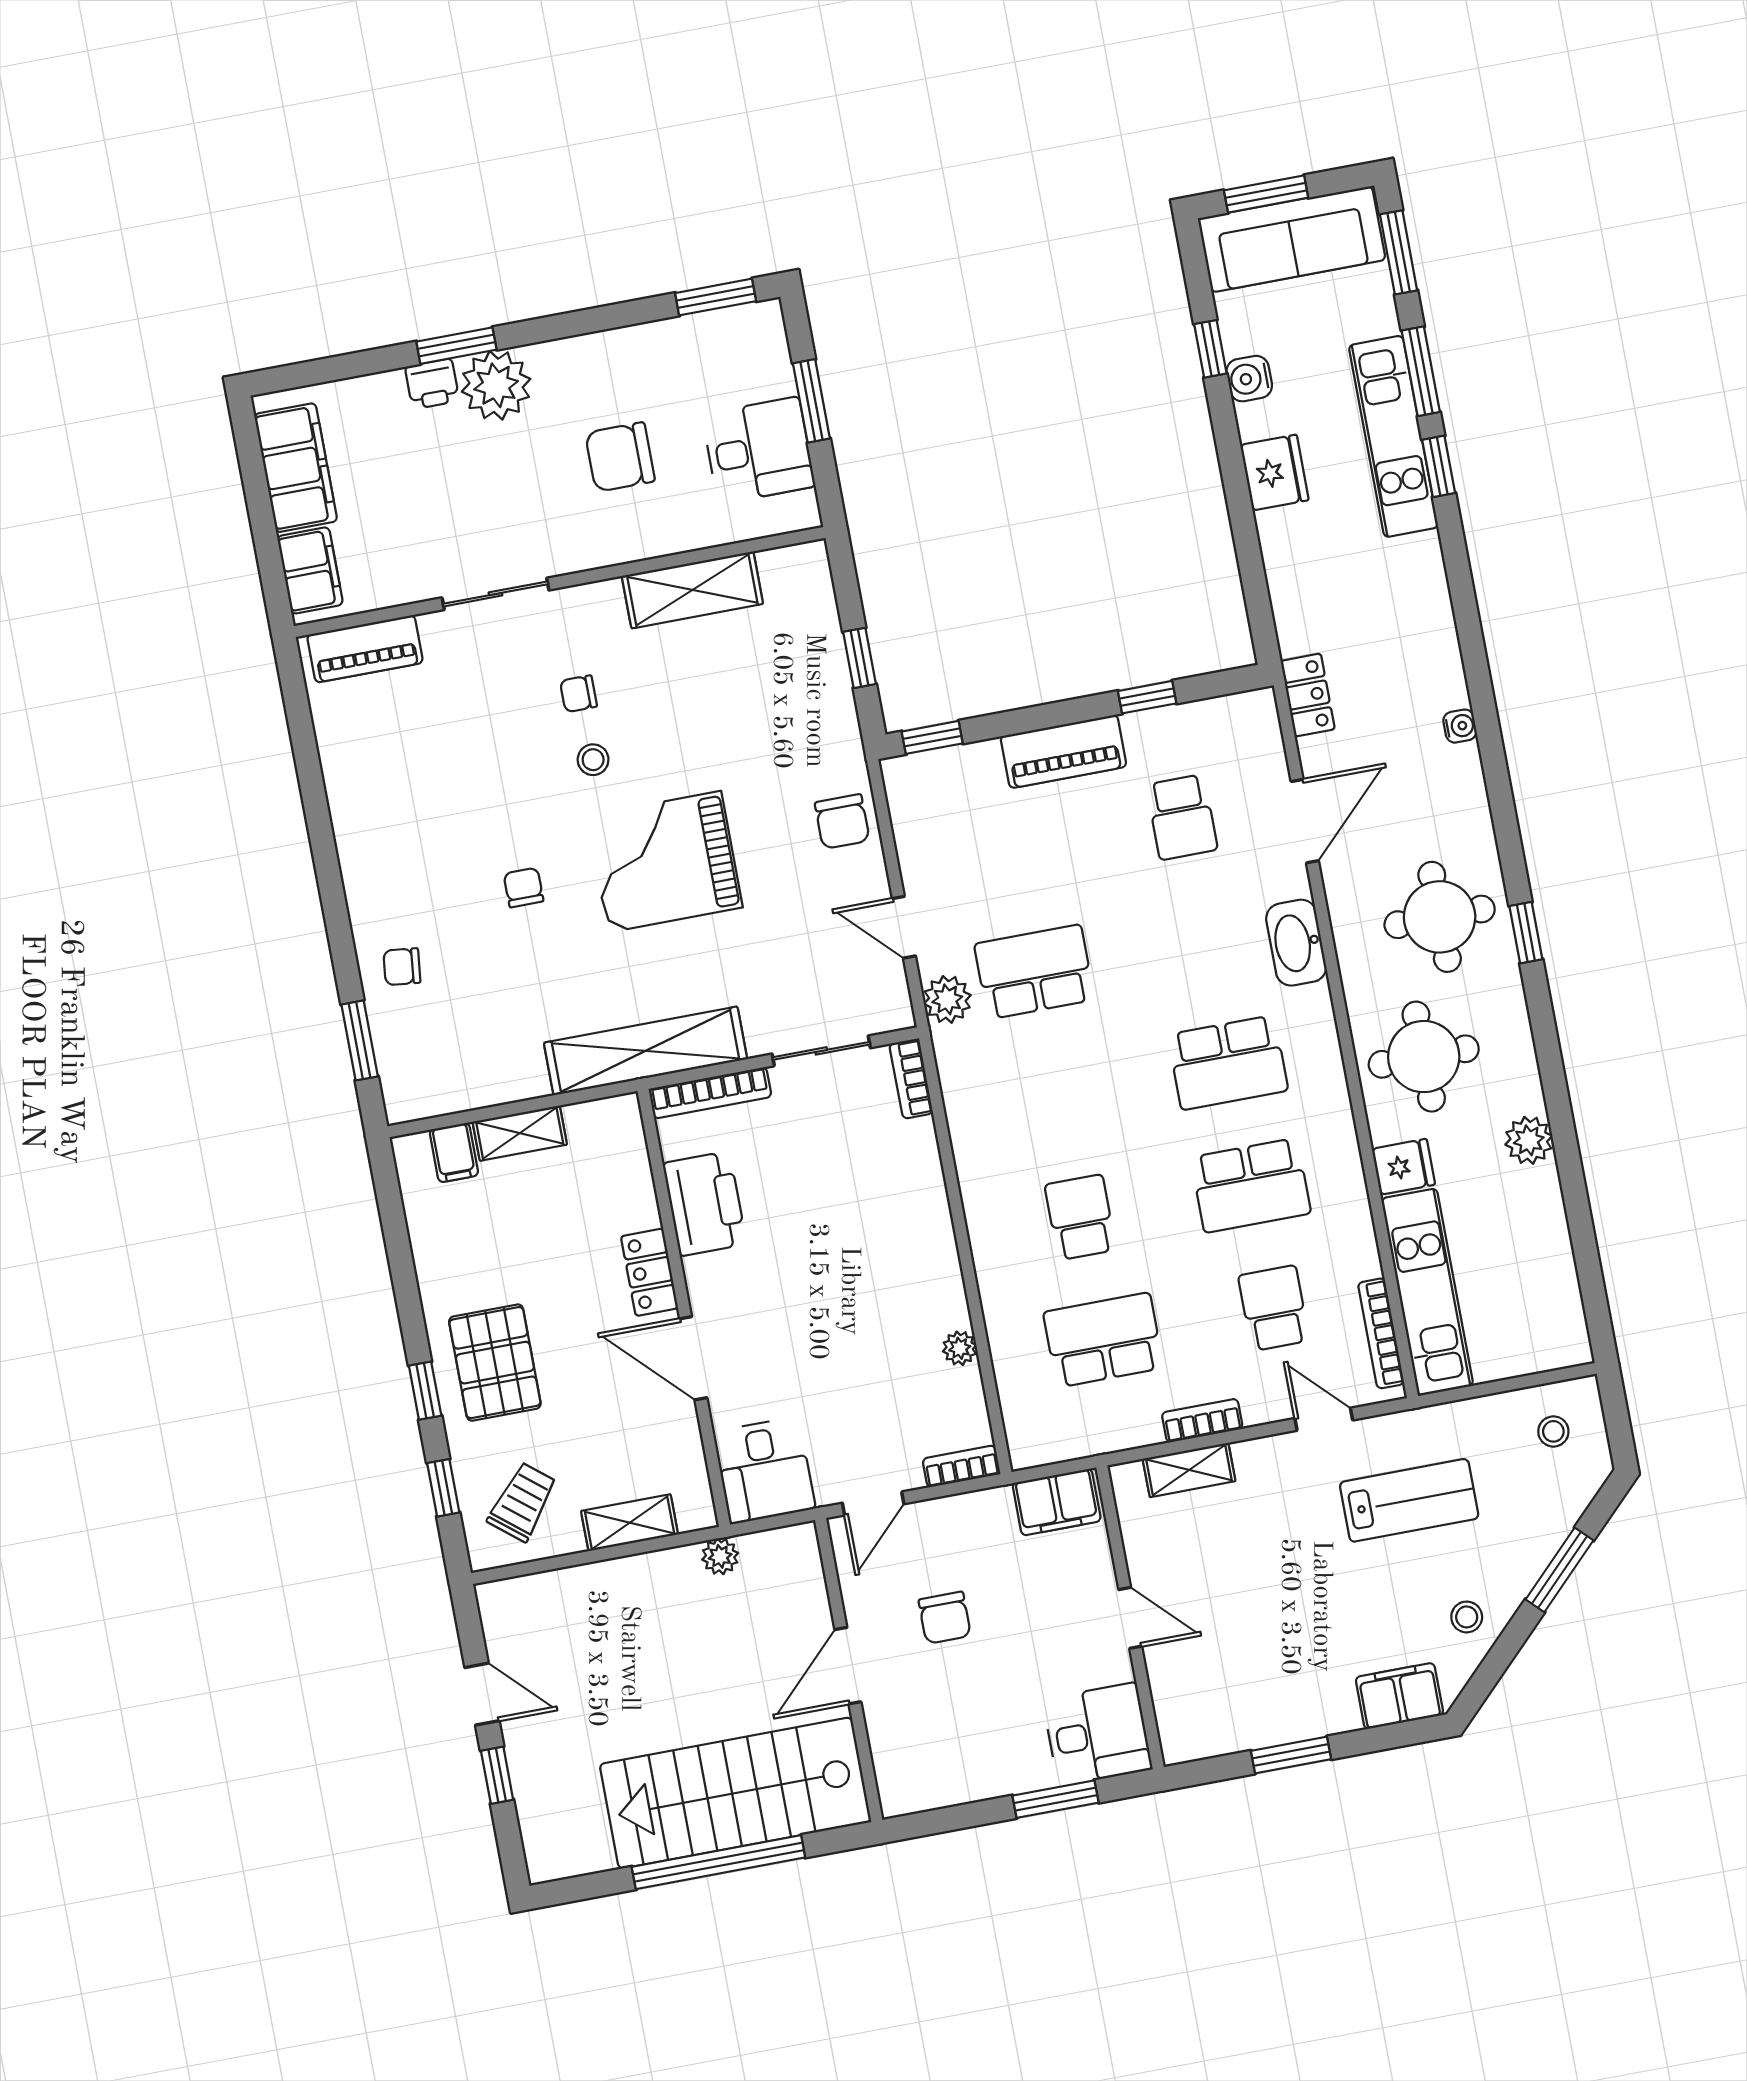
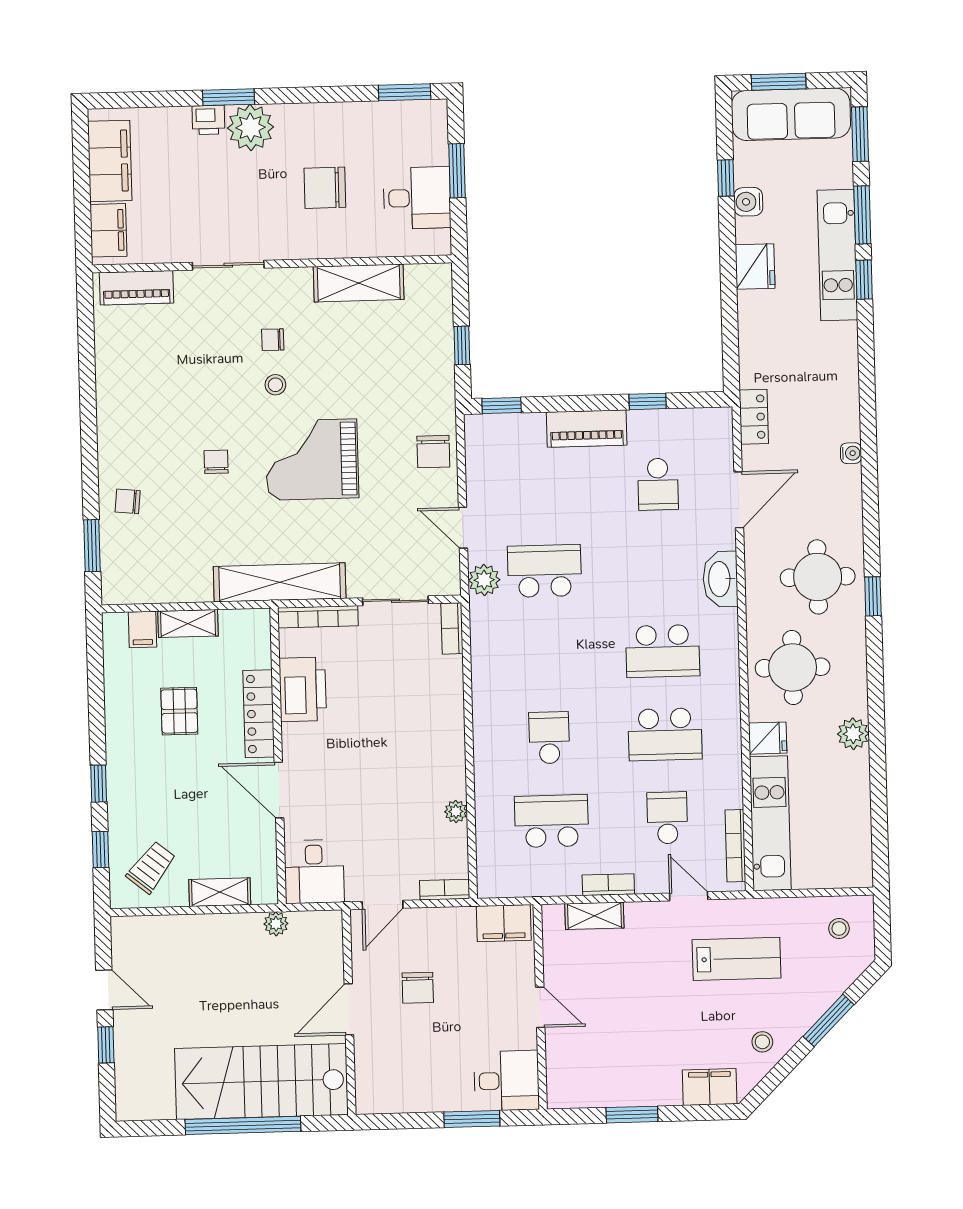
locker: (650, 1272) -> (259, 714), width x1.53
pallet: (495, 1363) -> (179, 711), moved, width x0.67, depth x0.71

